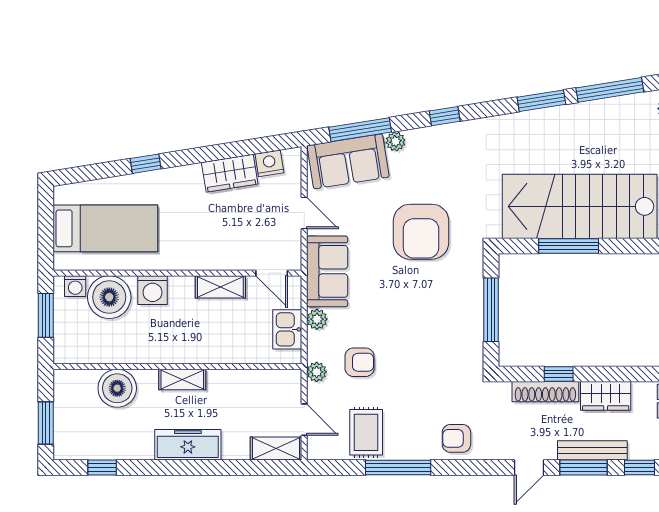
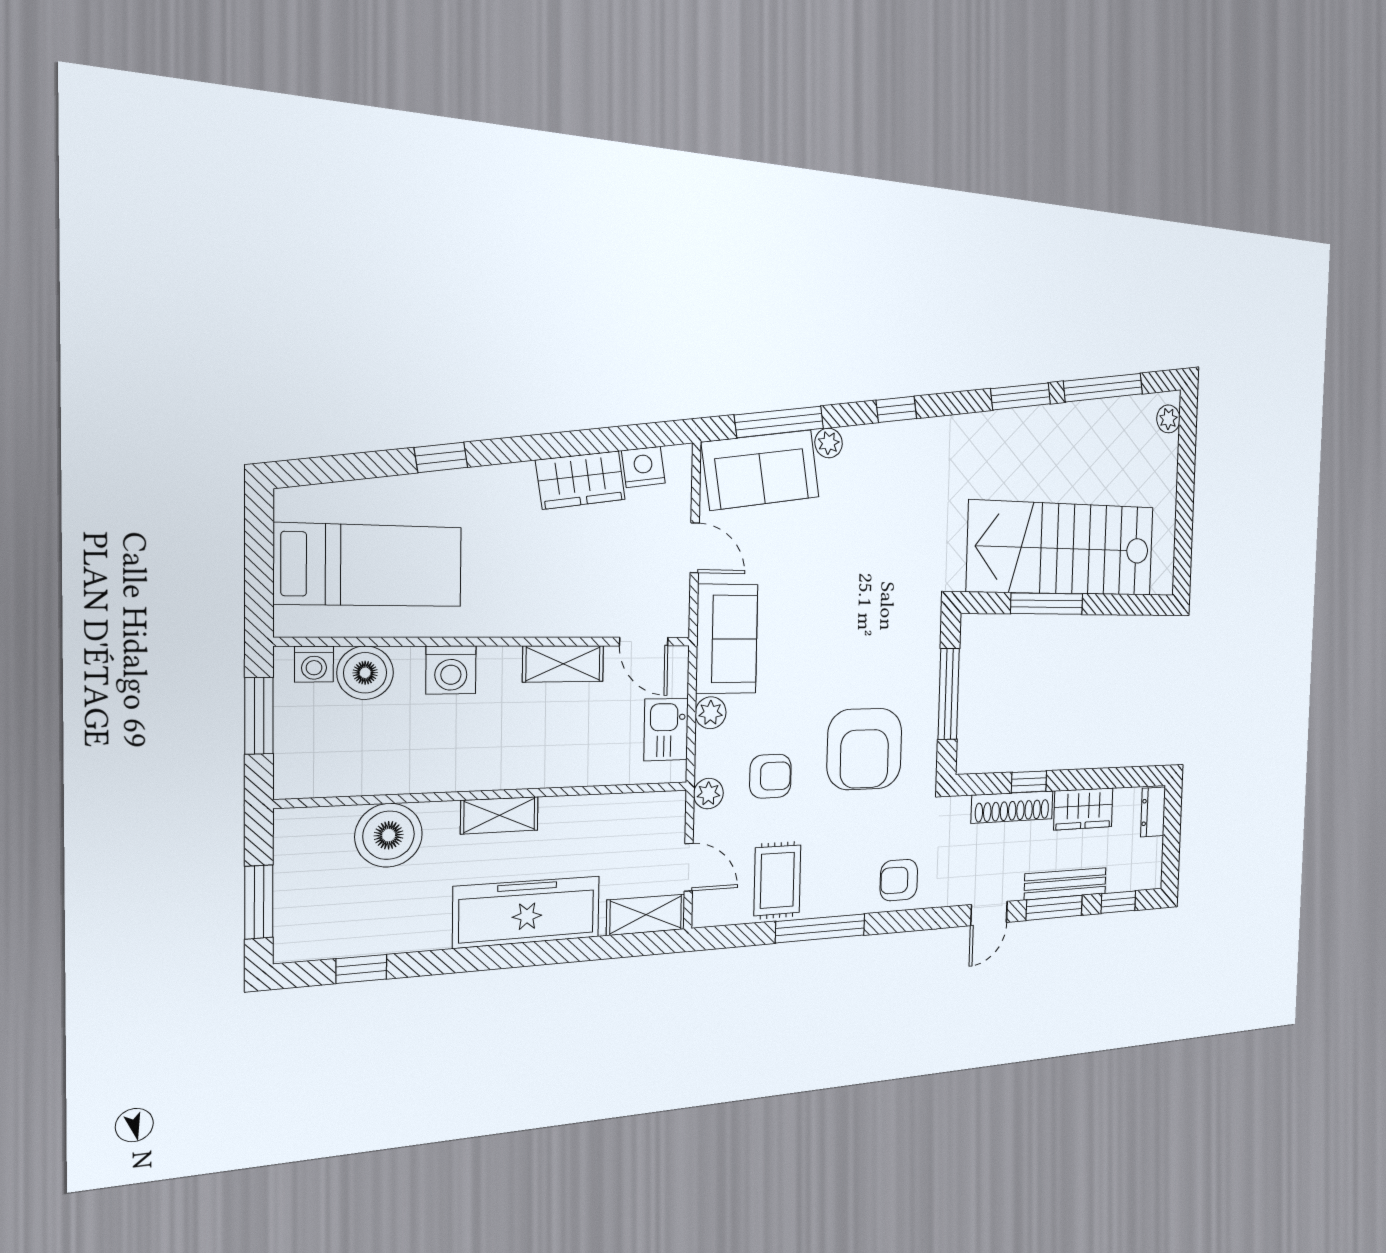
armchair: (421, 232) -> (865, 749), moved
boiler: (109, 297) -> (365, 673), width x0.73, depth x0.73
freezer: (188, 445) -> (527, 912), width x1.36, depth x1.26

